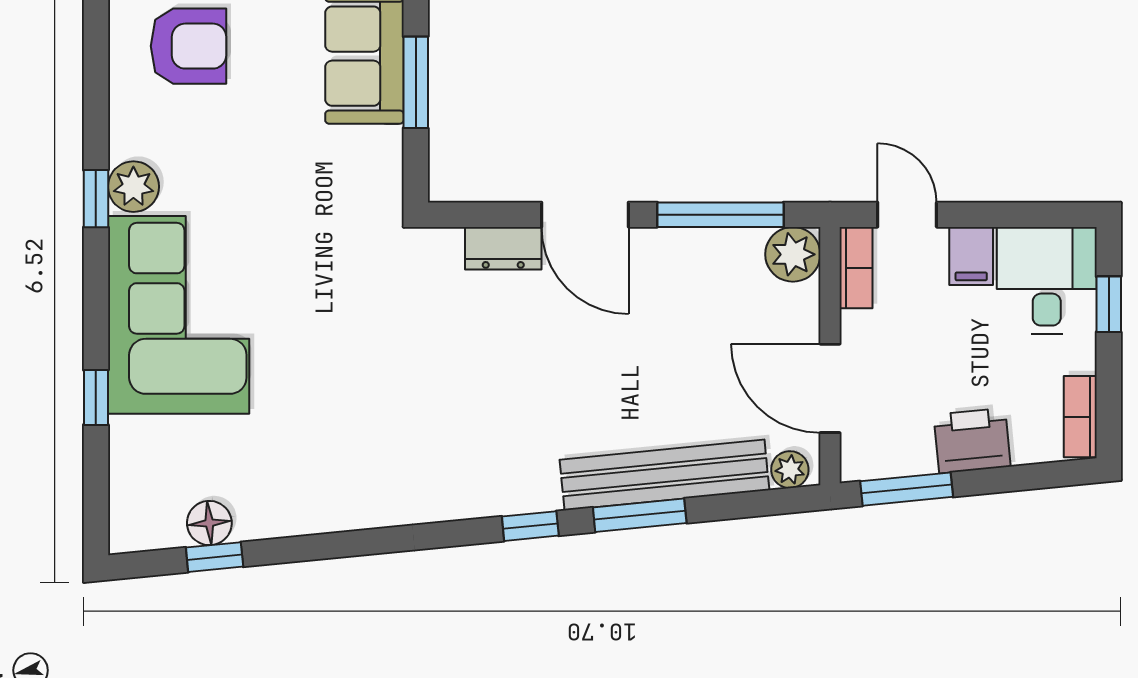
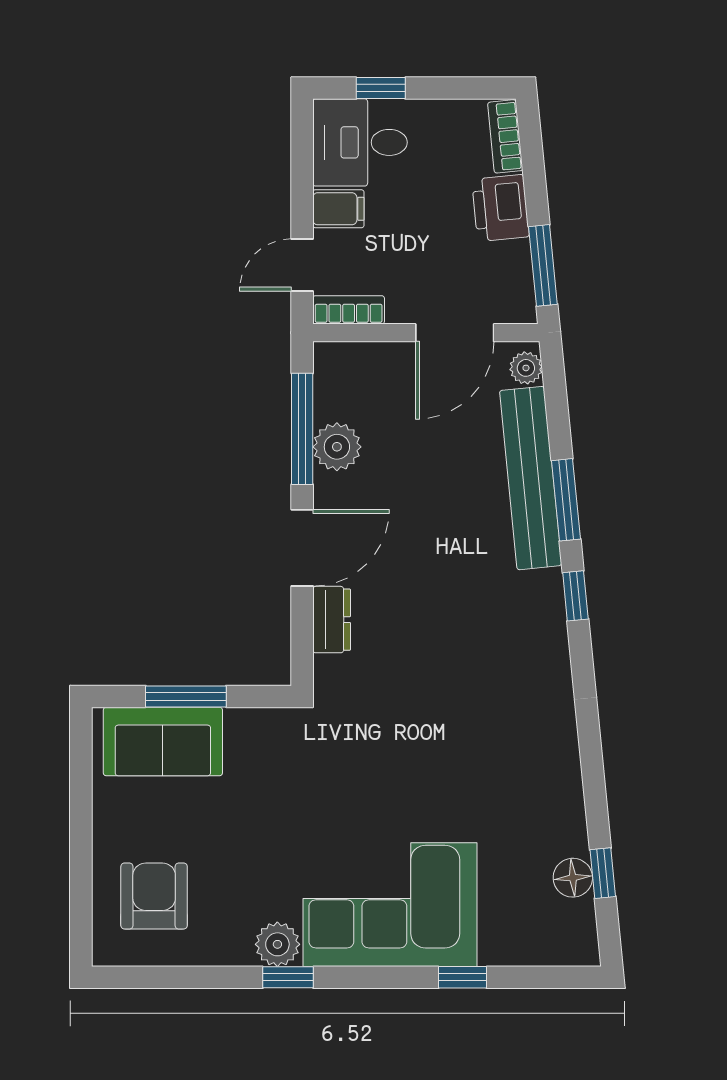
plant: (793, 254) -> (337, 447), moved
bookcase: (1080, 417) -> (505, 136), moved, turned 84

